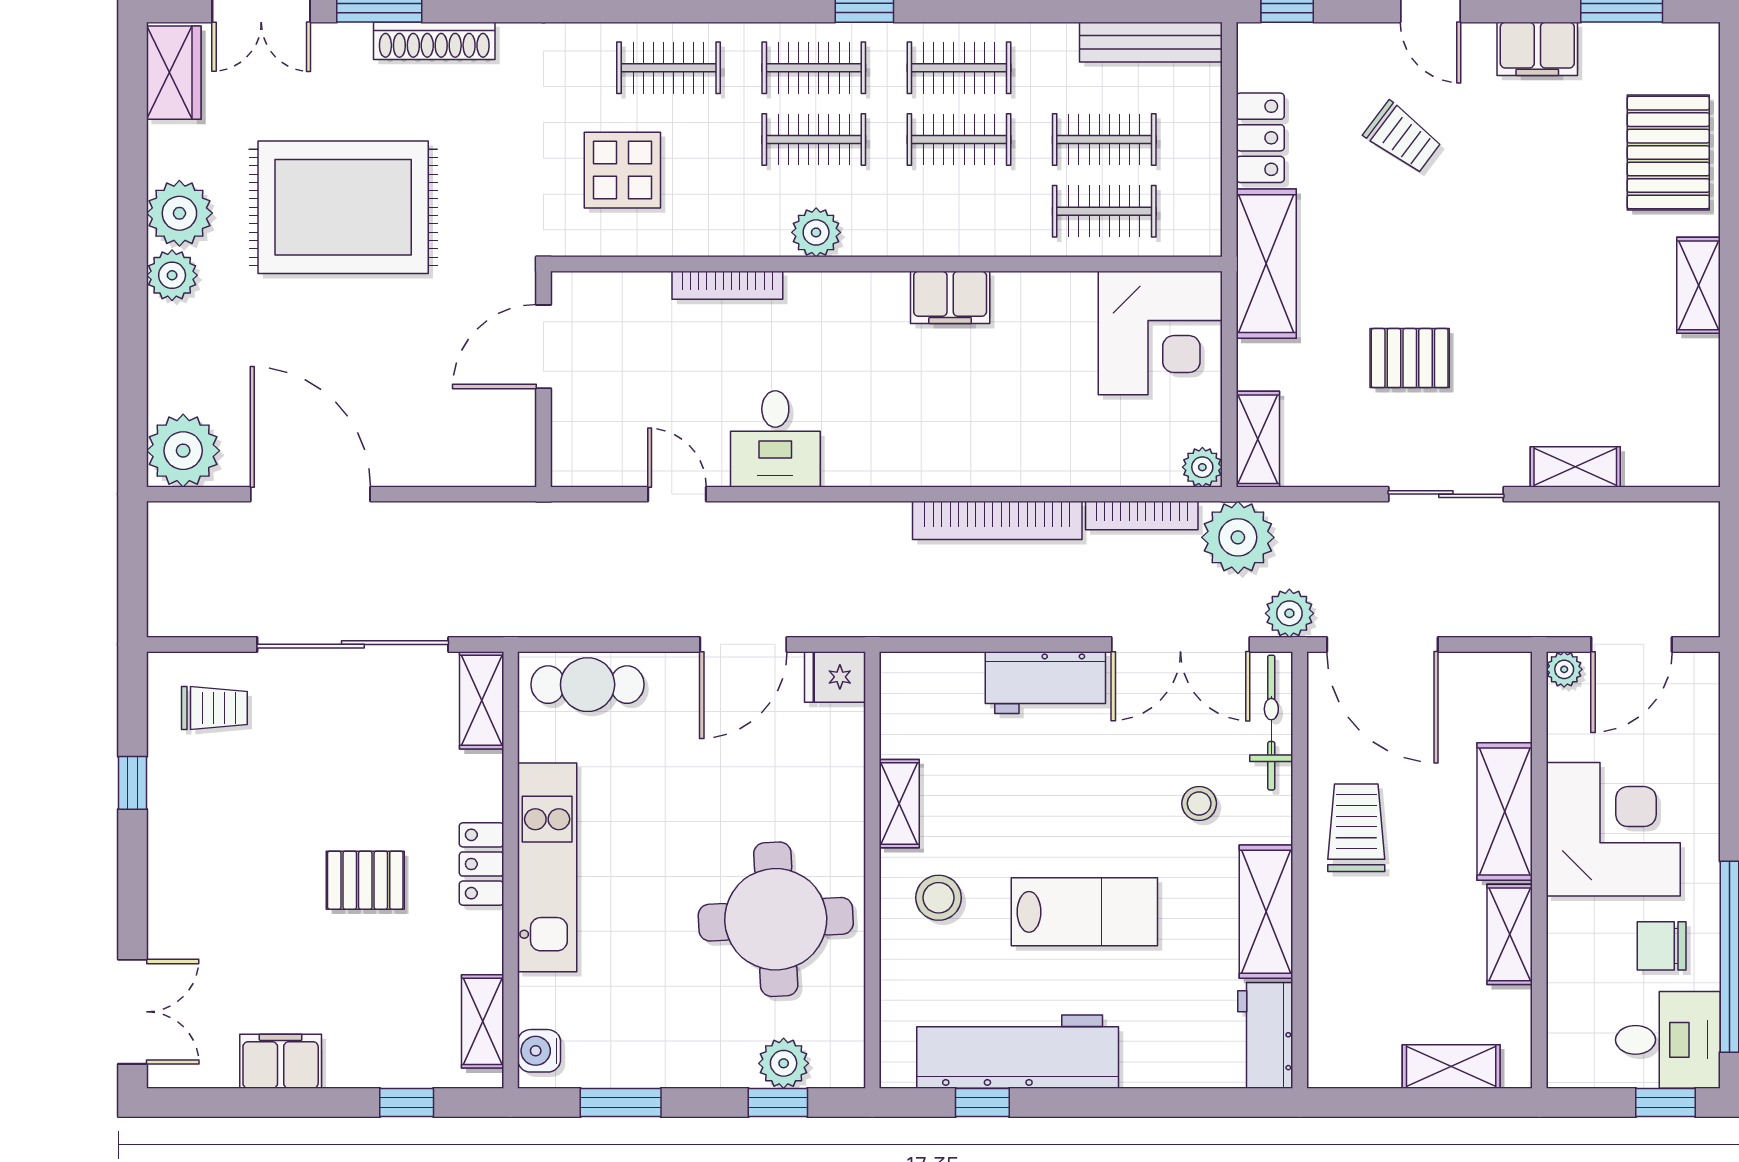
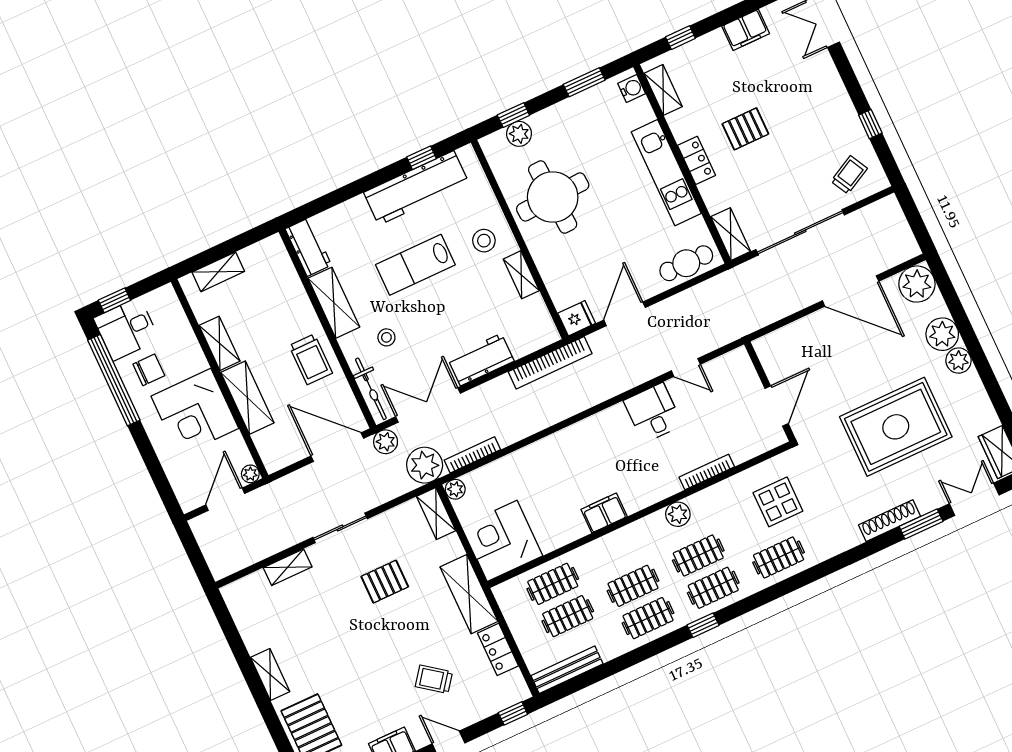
plant: (179, 213) -> (942, 334), moved
bookcase: (997, 520) -> (550, 363), moved, turned 180
trolley: (214, 708) -> (849, 175), turned 152

